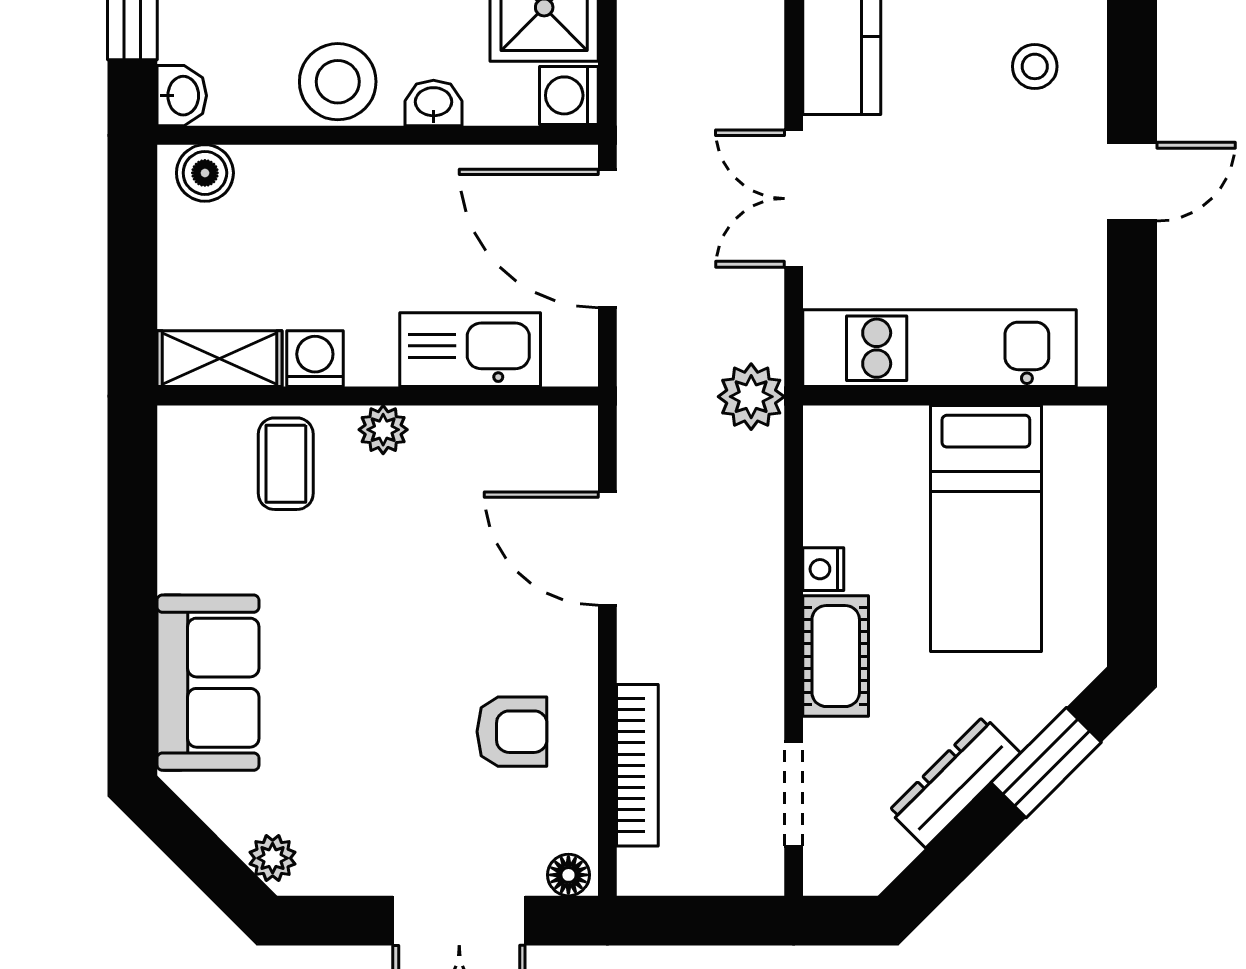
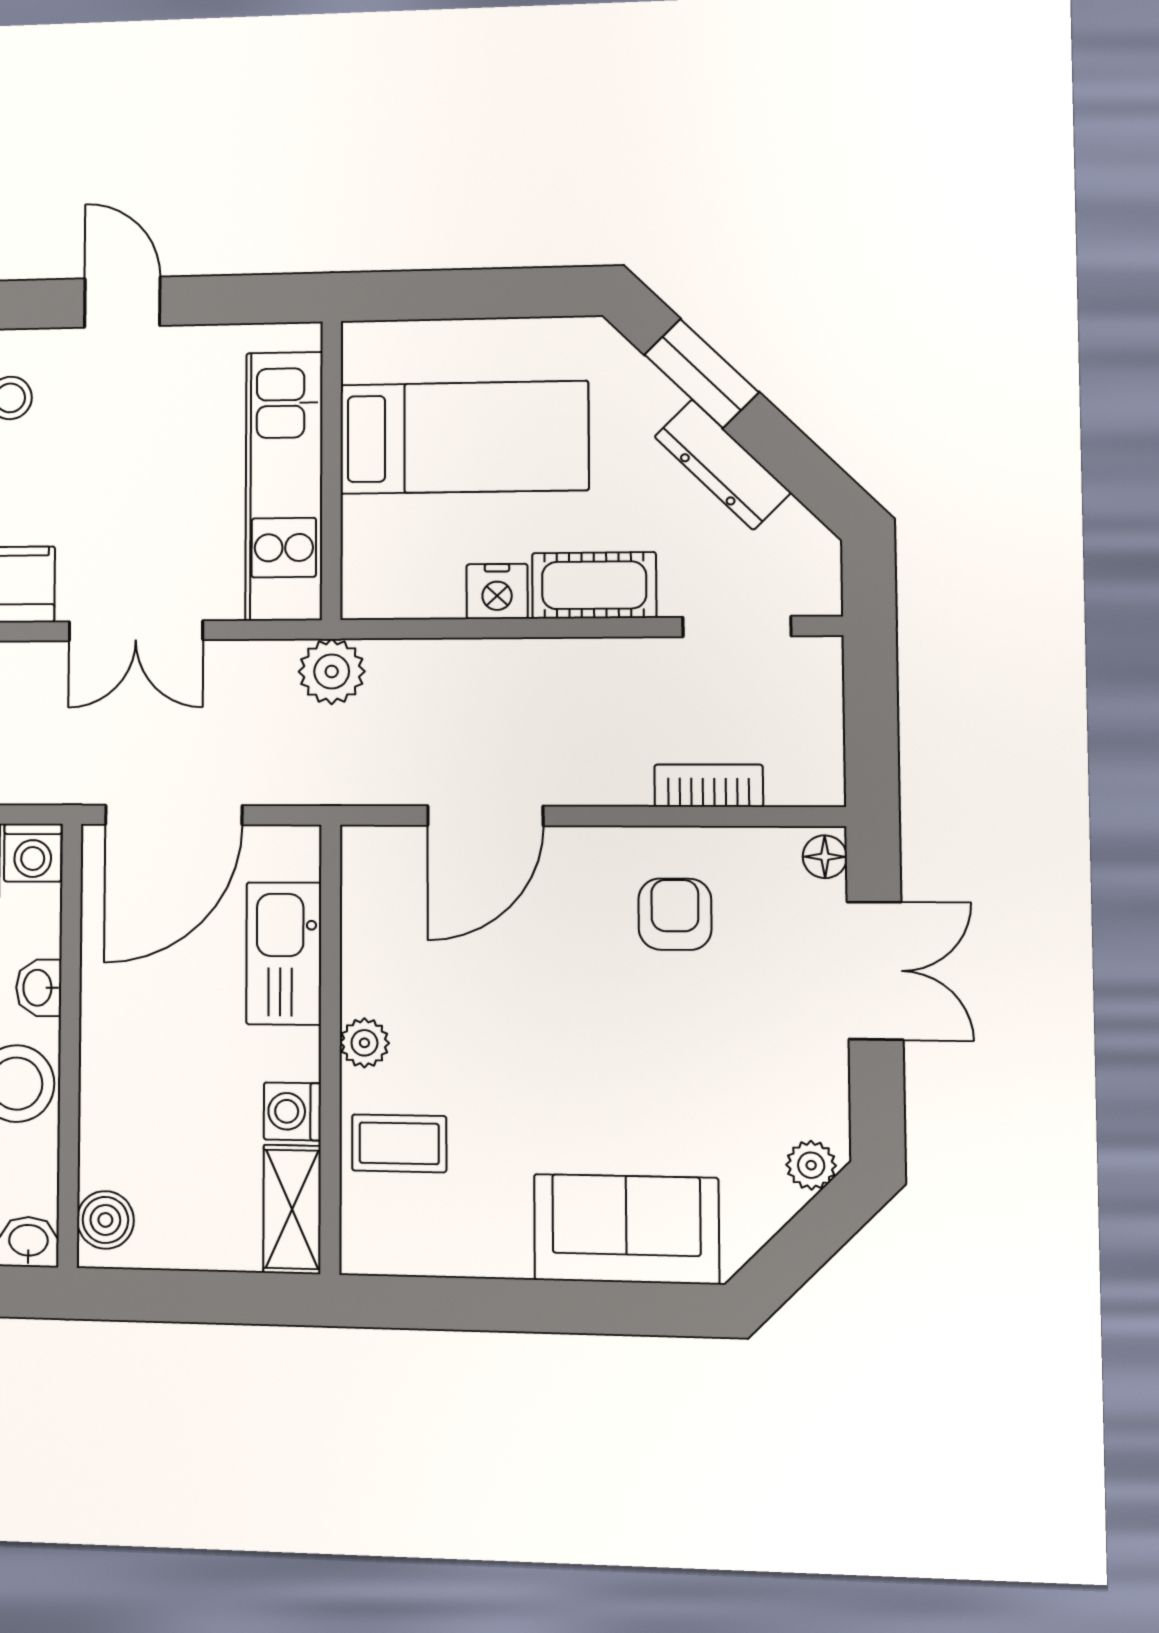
nightstand: (823, 569) -> (497, 591), width x1.39, depth x1.35
bookcase: (637, 765) -> (709, 786), width x0.64

